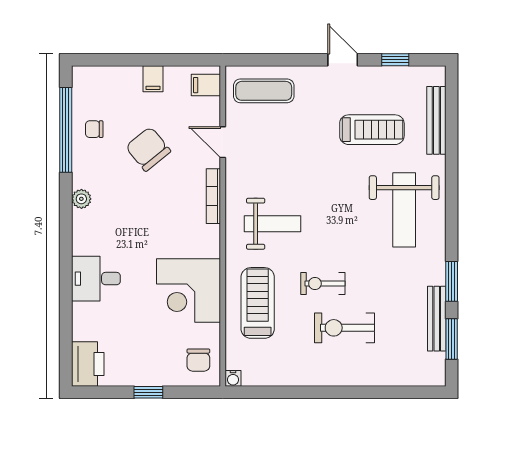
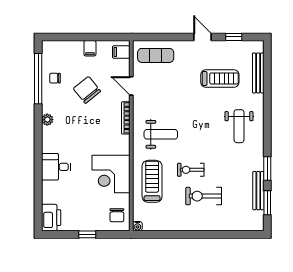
weight bench: (404, 210) -> (239, 126), width x0.73, depth x0.75

